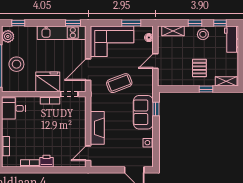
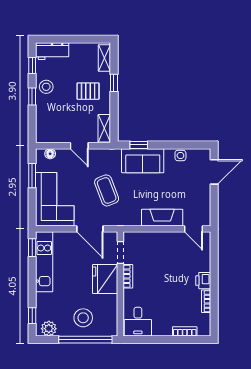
shelving: (173, 31) -> (104, 128), moved

